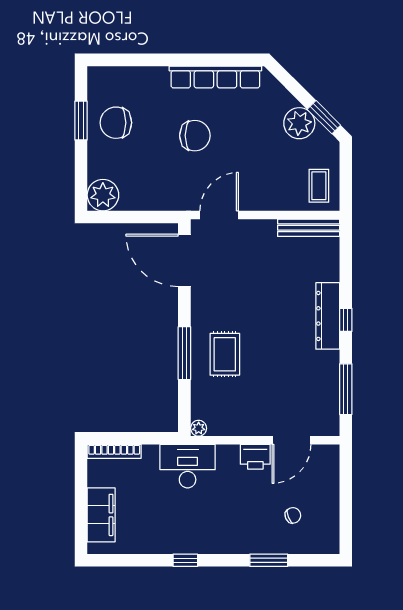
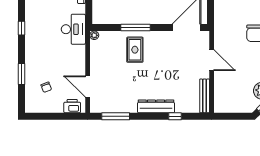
coffee table: (319, 186) -> (228, 102), removed
door: (219, 215) -> (212, 60), moved
window: (346, 320) -> (175, 116), moved
rug: (225, 354) -> (135, 50), turned 90
printer: (255, 457) -> (72, 106), moved, turned 90

